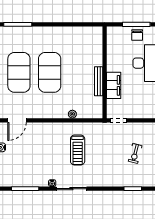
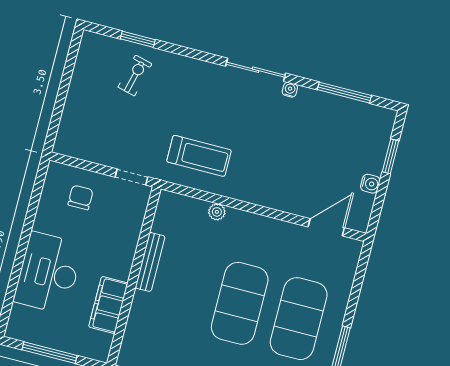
chair: (137, 35) -> (81, 197), moved
filing cabinet: (114, 85) -> (108, 305), moved
treadmill: (78, 150) -> (199, 156), moved, turned 90
exercise bike: (135, 153) -> (135, 75), moved

